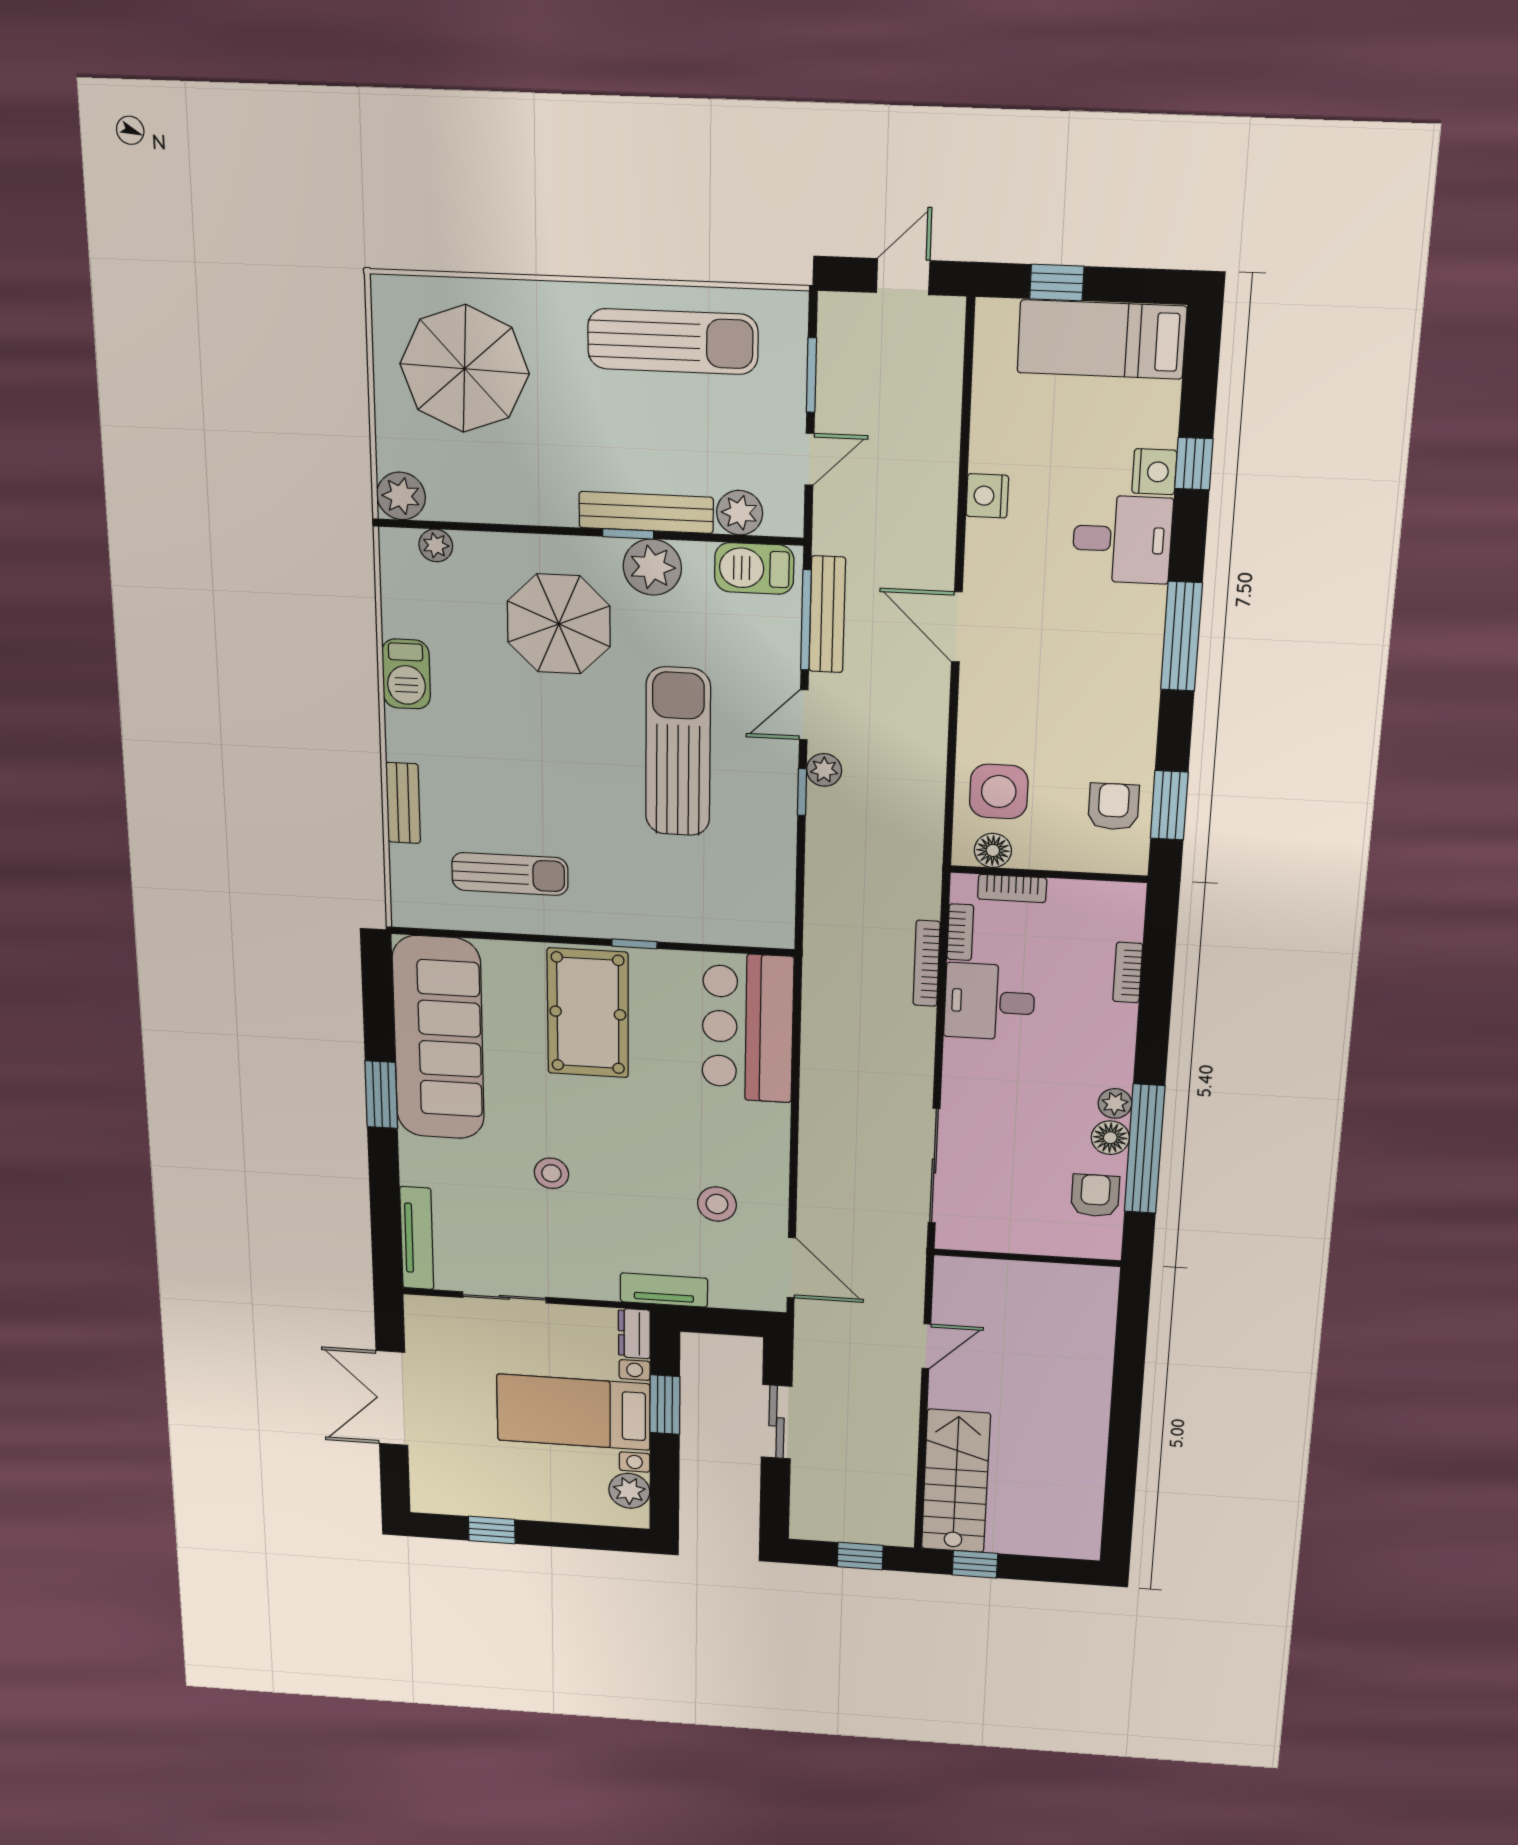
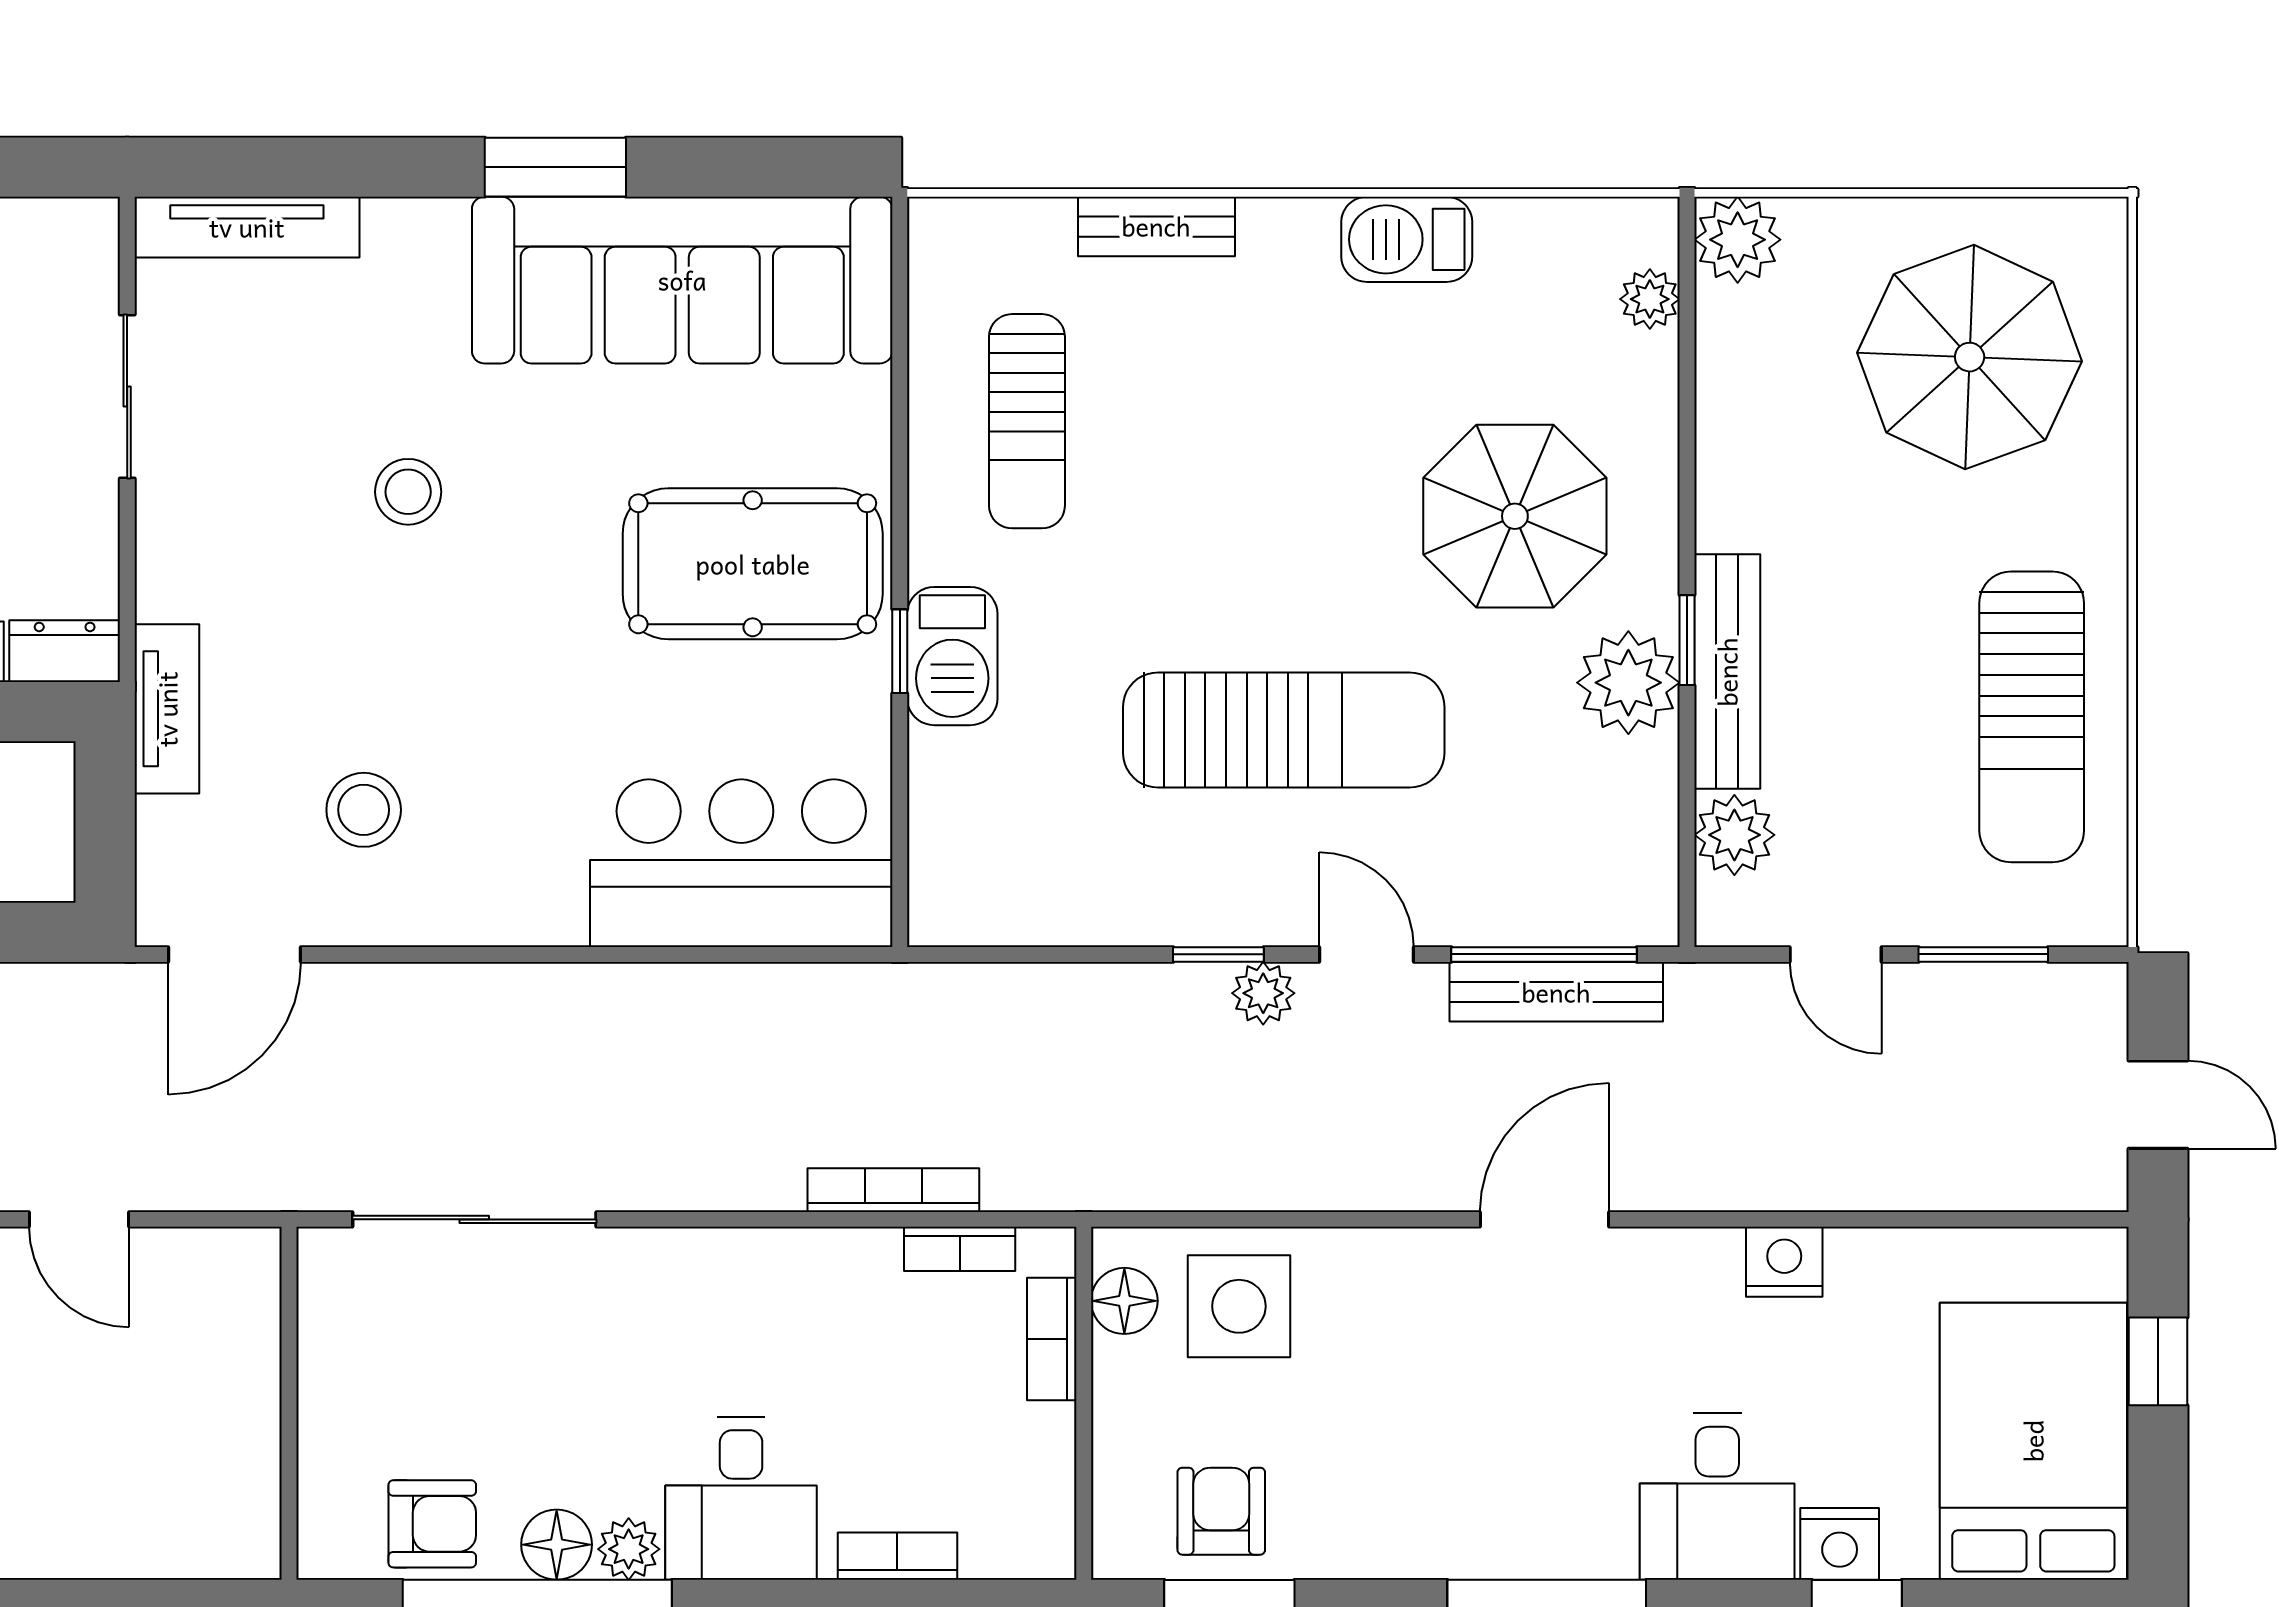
bed: (1102, 339) -> (2033, 1441), width x1.50
barbecue: (754, 568) -> (952, 656), moved, turned 180
armchair: (1114, 807) -> (1221, 1511), turned -90
desk: (990, 1002) -> (741, 1498), moved, turned 180

